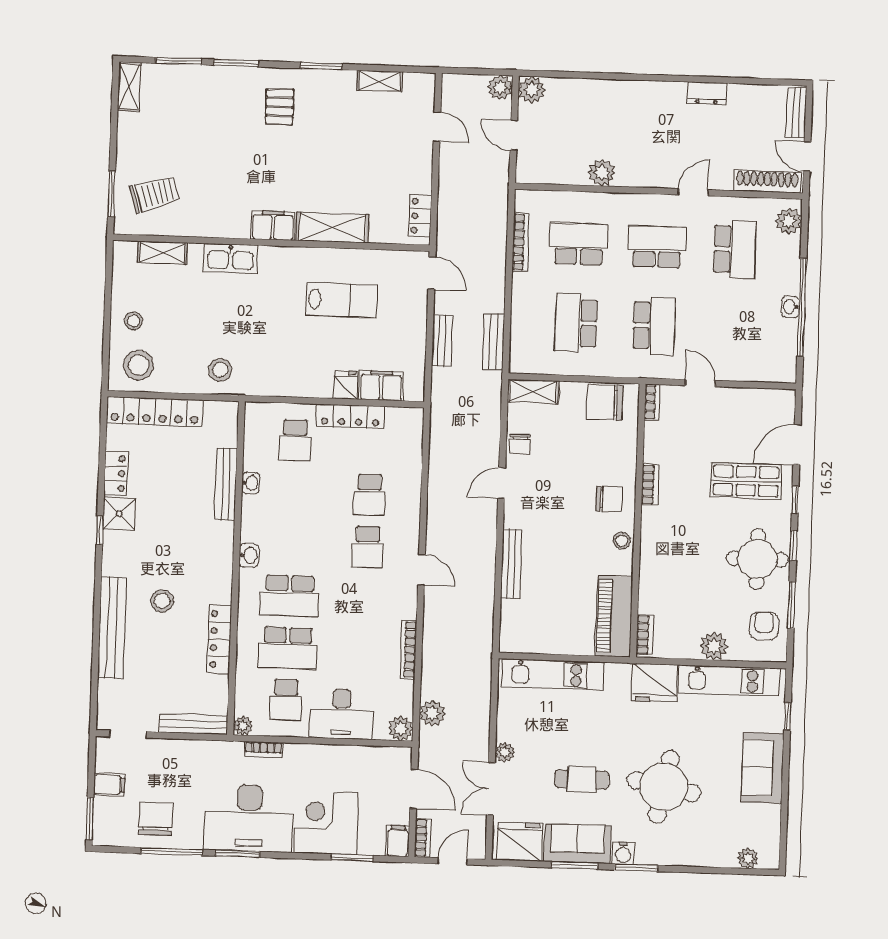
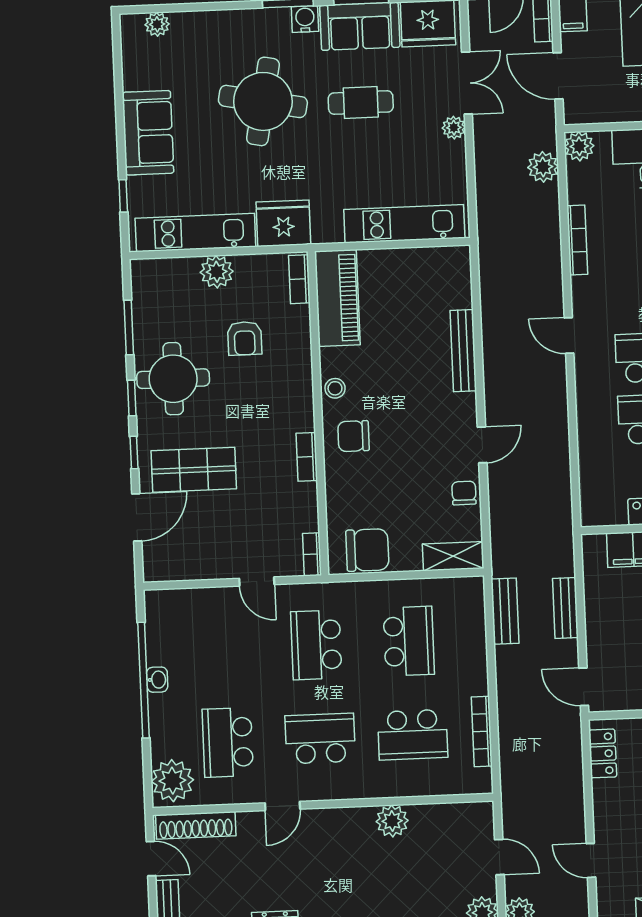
plant: (789, 221) -> (172, 781), width x1.36, depth x1.36
school desk: (657, 247) -> (320, 739), turned 180
armchair: (764, 626) -> (245, 338), moved

